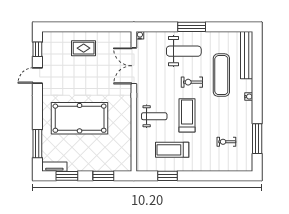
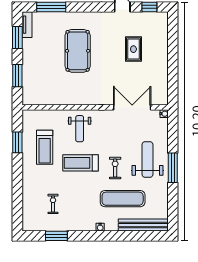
rug: (84, 48) -> (133, 49), moved
weight bench: (184, 51) -> (147, 160), turned 180
treadmill: (187, 115) -> (81, 163), turned 180
pool table: (80, 118) -> (78, 51), width x0.73, depth x0.76
window: (257, 139) -> (56, 236), width x0.69
treadmill: (172, 150) -> (45, 147), turned 180

